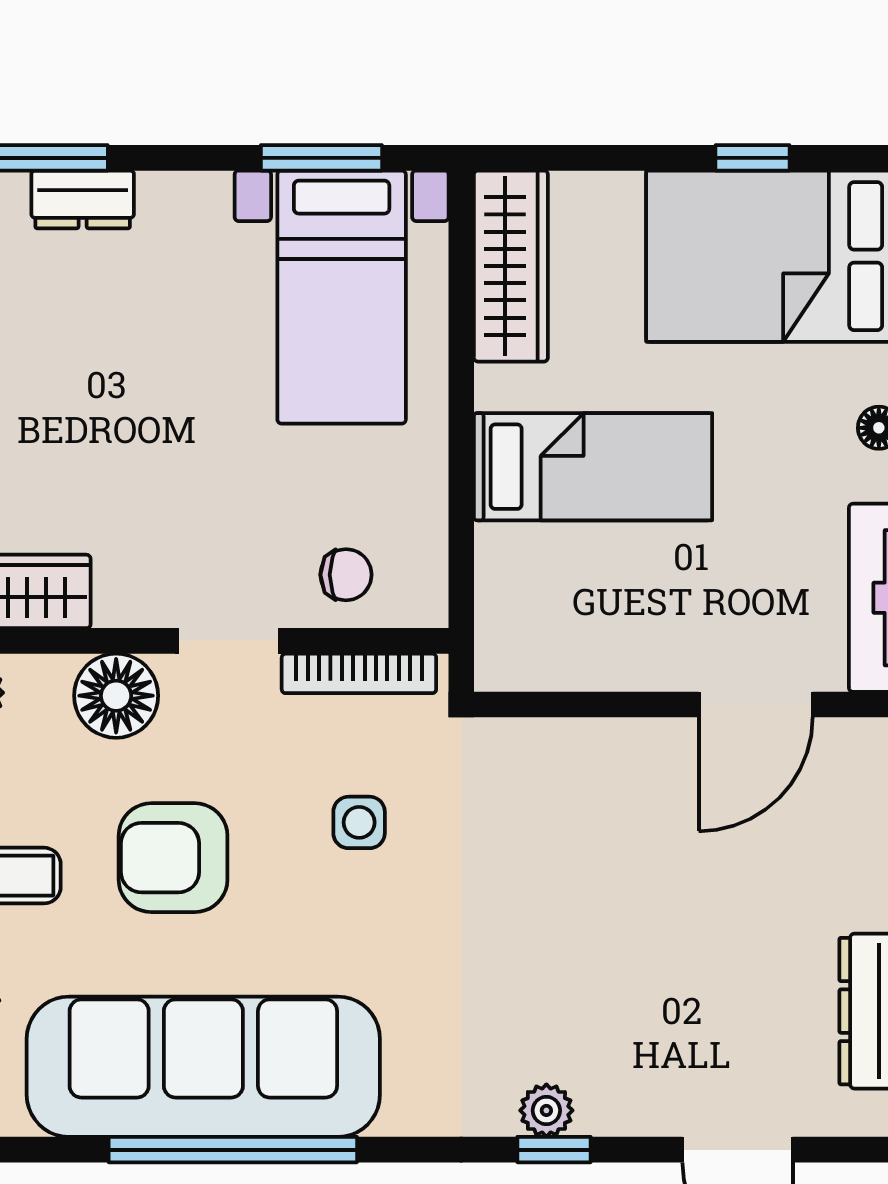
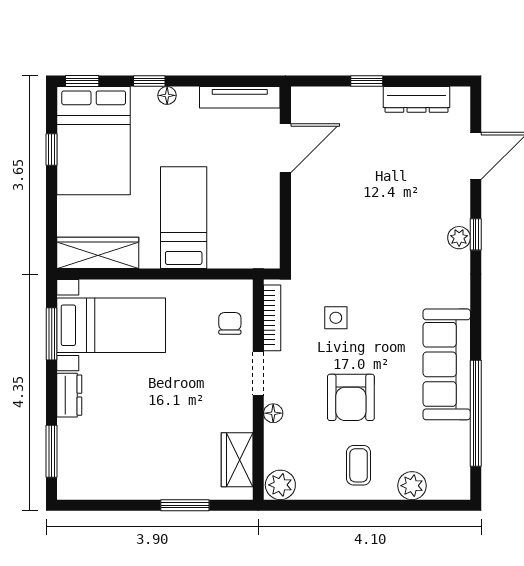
dresser: (83, 199) -> (69, 395), moved
floor lamp: (116, 696) -> (273, 413), width x0.53, depth x0.53
door: (756, 705) -> (285, 148), hinge flipped
sofa: (203, 1067) -> (447, 364), width x0.74, depth x0.79
window: (233, 1150) -> (476, 413), moved

